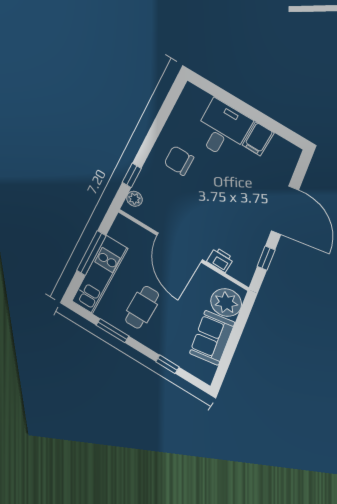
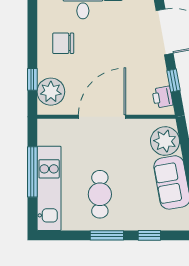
plant: (134, 199) -> (51, 92), width x1.88, depth x1.88
door: (180, 247) -> (102, 117), swing flipped
printer: (220, 260) -> (163, 97), moved, turned -100
window: (112, 331) -> (107, 235), moved

